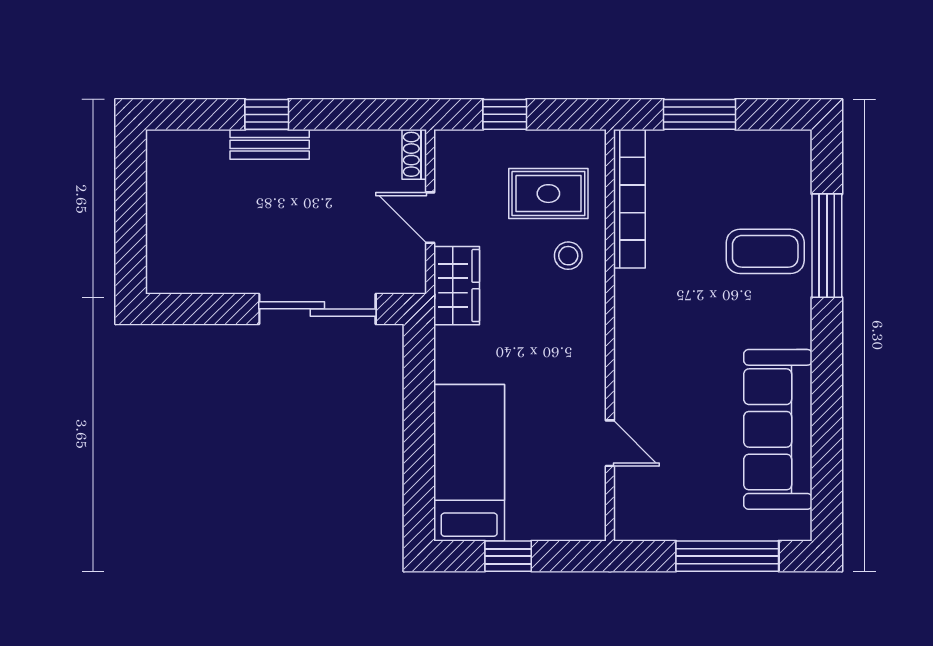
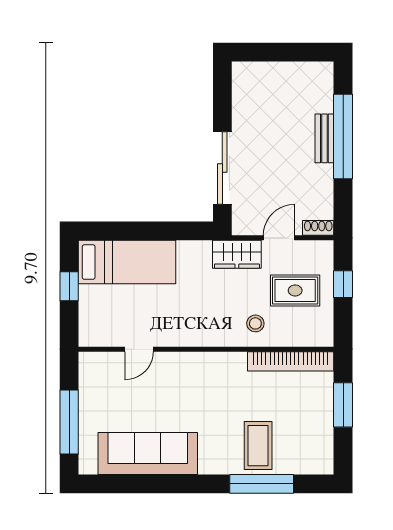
window: (267, 114) -> (343, 137), width x3.17
rug: (548, 194) -> (295, 290), moved, turned 90

